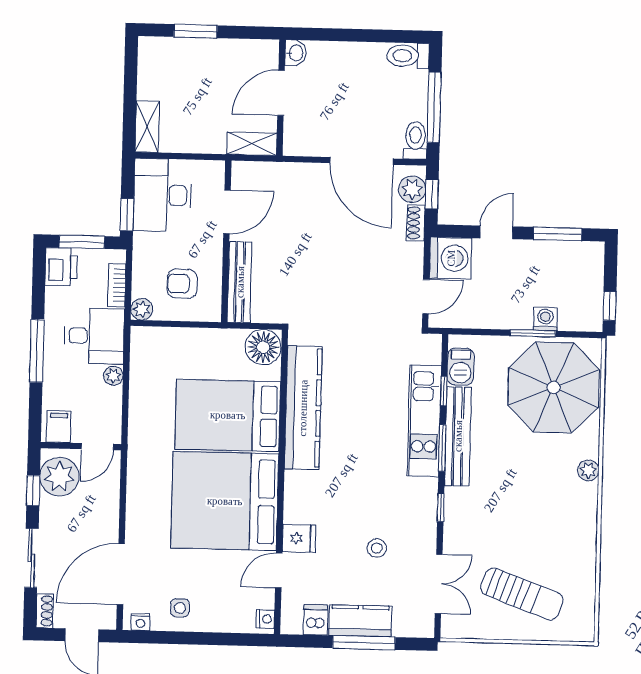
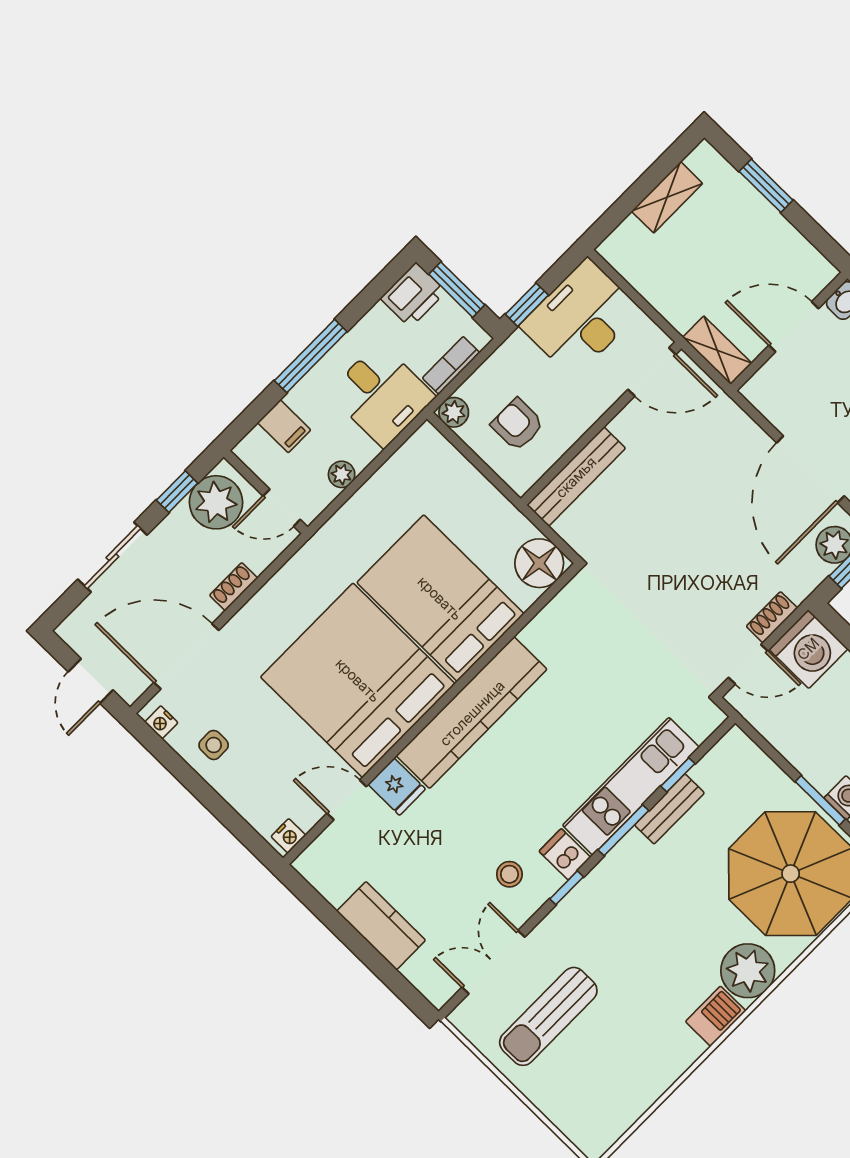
shelving: (147, 127) -> (667, 197), moved
door: (227, 212) -> (652, 372), moved
shoe rack: (416, 223) -> (772, 617), moved
barbecue: (461, 367) -> (716, 1016), moved, turned 180
plant: (113, 376) -> (342, 474), moved
kitchen counter: (303, 408) -> (472, 713), moved
filing cabinet: (59, 427) -> (284, 426), moved, turned 90
bench: (458, 436) -> (670, 809), width x0.54, depth x0.82
plant: (588, 470) -> (748, 971), width x1.87, depth x1.87
stool: (377, 548) -> (509, 874), moved
double door: (439, 584) -> (493, 962), swing flipped
sun lounger: (522, 594) -> (548, 1016), moved, turned 70
shoe rack: (45, 611) -> (234, 587), moved, turned 180
dishwasher: (316, 620) -> (565, 854), moved, turned -90
window: (364, 643) -> (364, 951), removed

